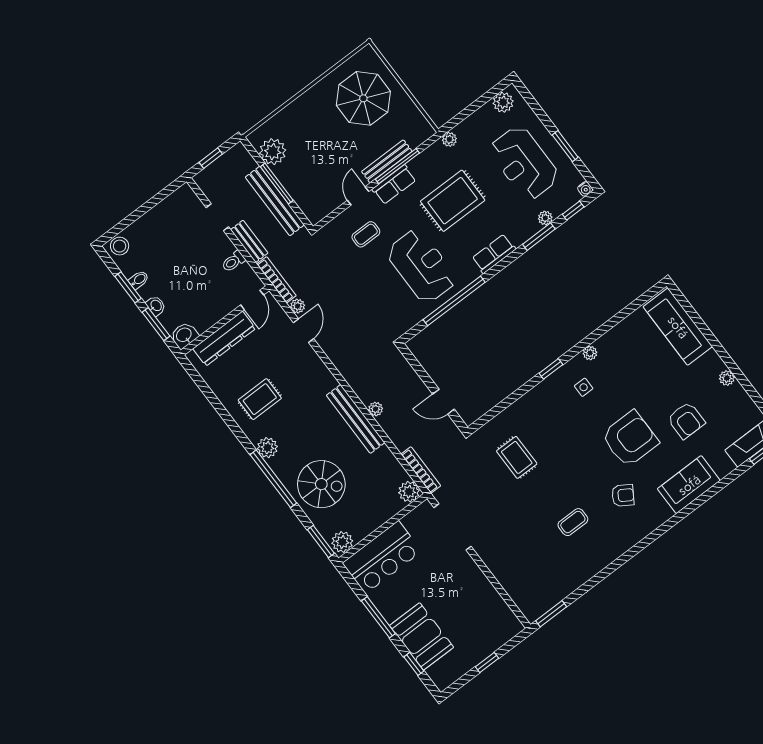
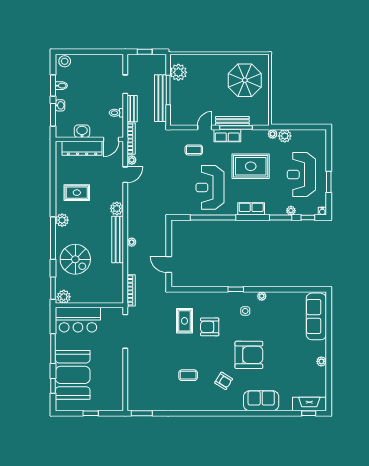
plant: (503, 102) -> (285, 136), moved
reception desk: (422, 266) -> (210, 187), turned 180
washbasin: (184, 335) -> (82, 131), moved
armchair: (686, 420) -> (210, 327), moved, turned 90
plant: (409, 492) -> (117, 208), moved
booth: (422, 636) -> (73, 375), width x1.36, depth x1.42

